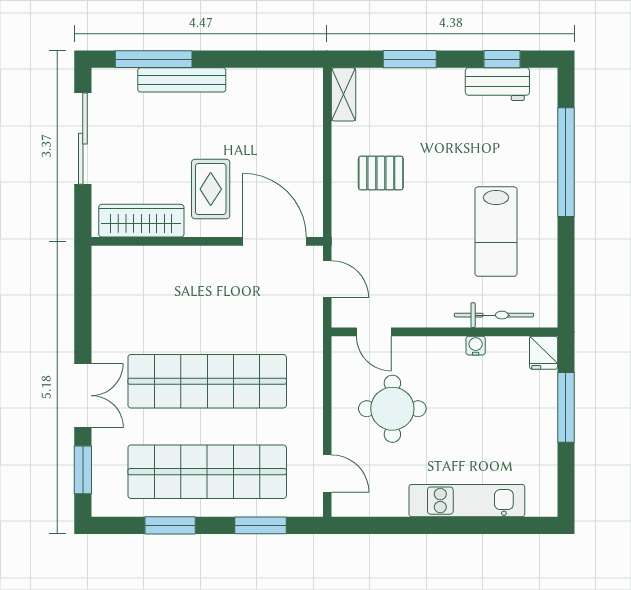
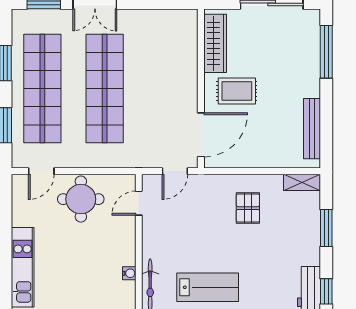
bench: (182, 80) -> (312, 129), moved
lab bench: (496, 232) -> (208, 287), turned 180
round table: (392, 409) -> (81, 199), moved

